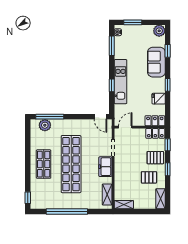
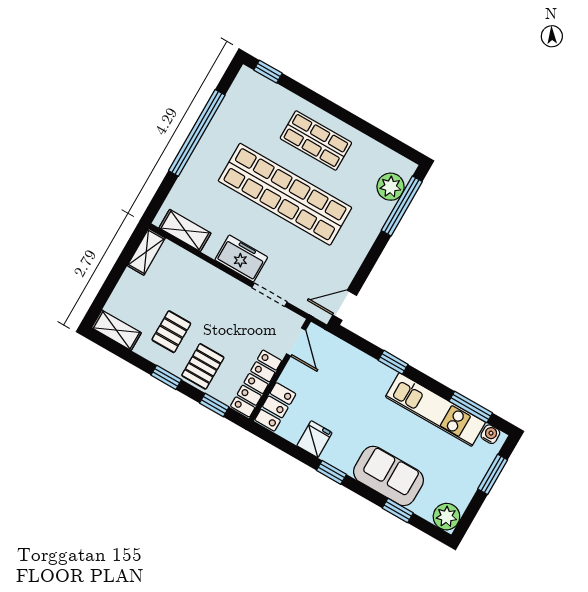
kitchen unit: (121, 82) -> (435, 410), moved
locker: (155, 133) -> (256, 383), width x1.53

